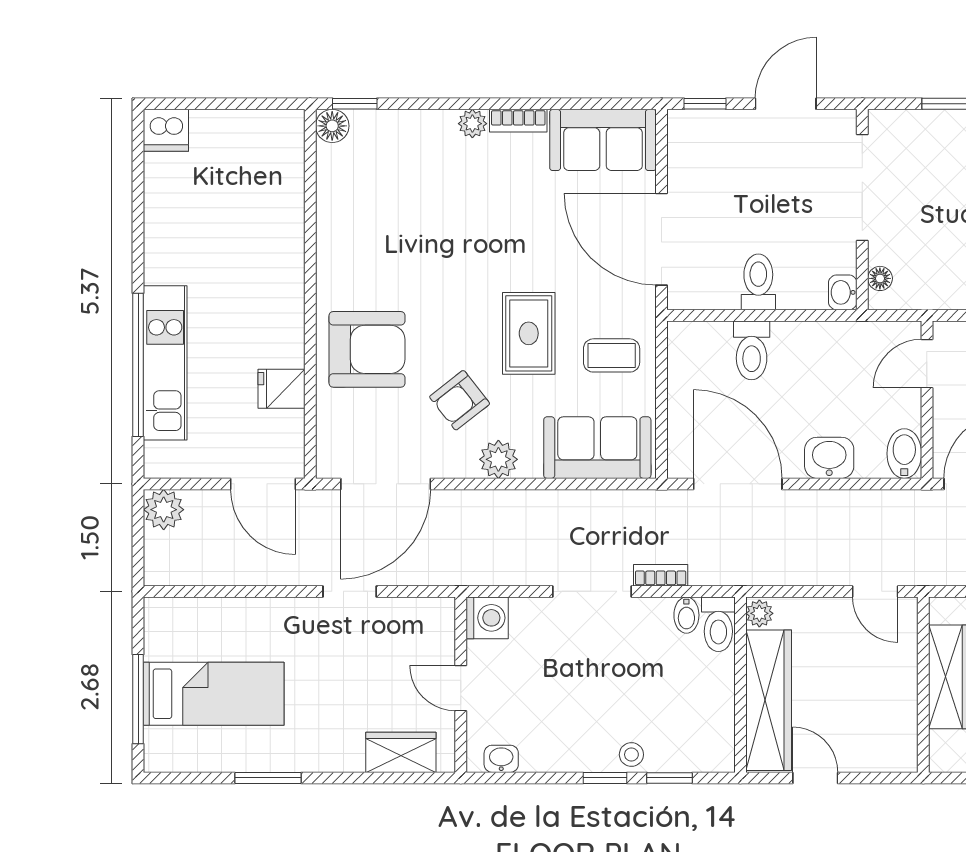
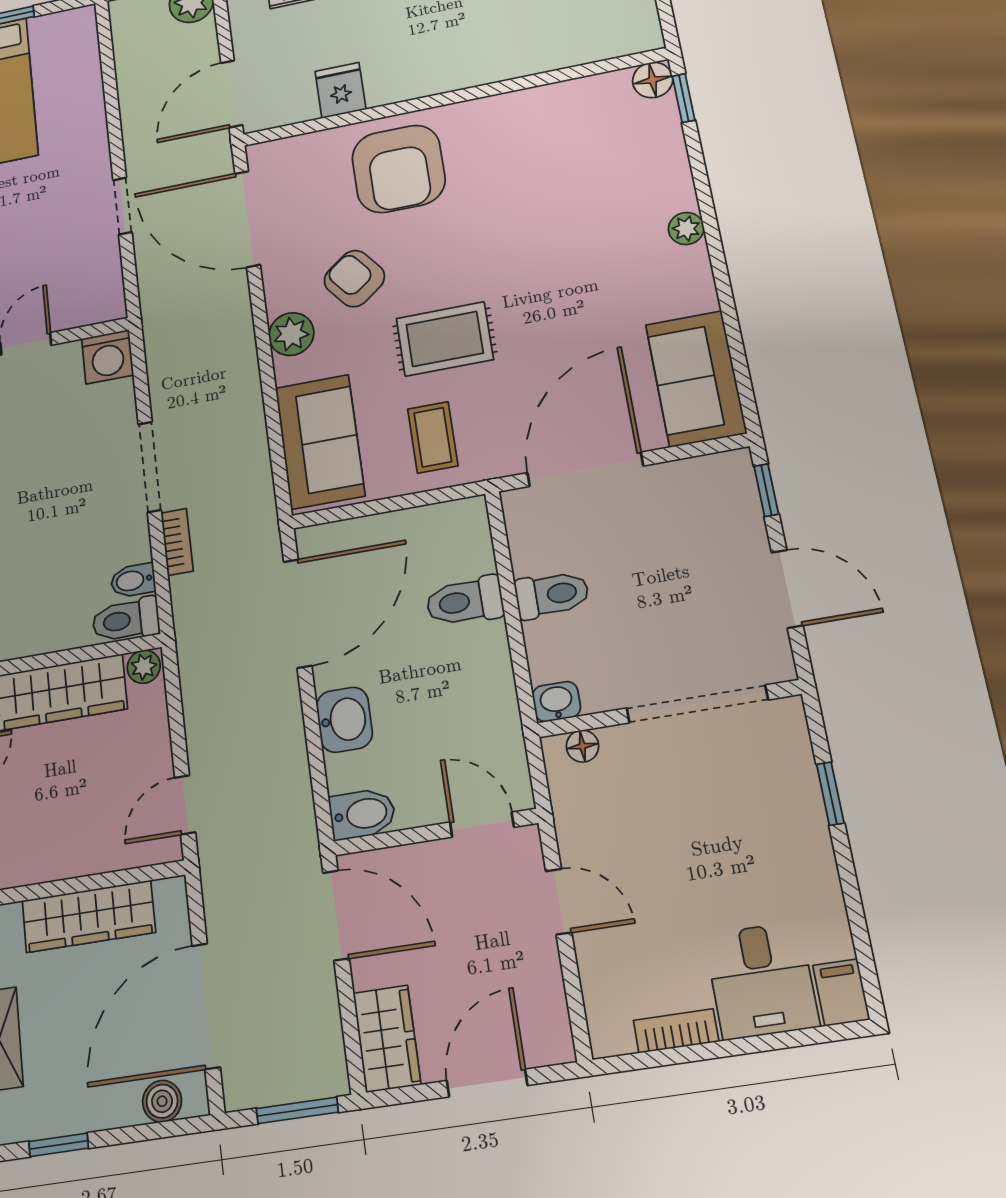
bookcase: (518, 121) -> (700, 278), removed

